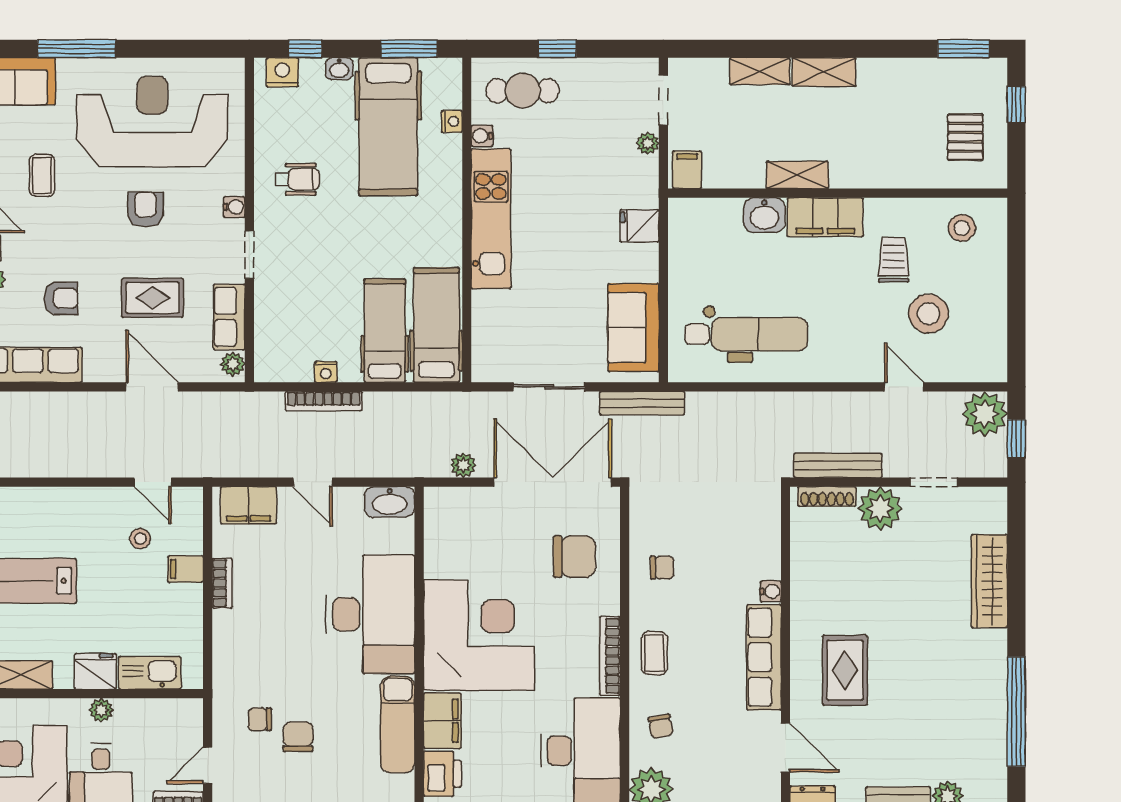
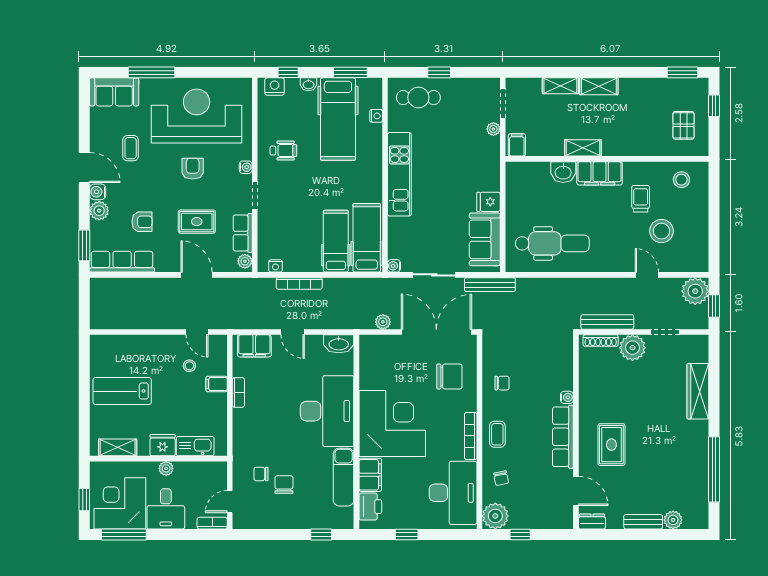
water cooler: (482, 136) -> (394, 266), moved
fridge: (640, 226) -> (488, 202), moved
nightstand: (326, 372) -> (275, 266), moved

